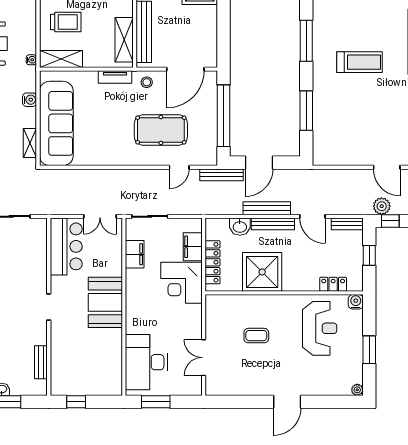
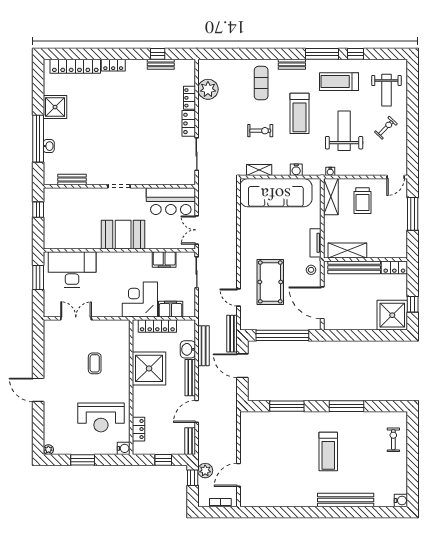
bench: (267, 208) -> (204, 346), moved

